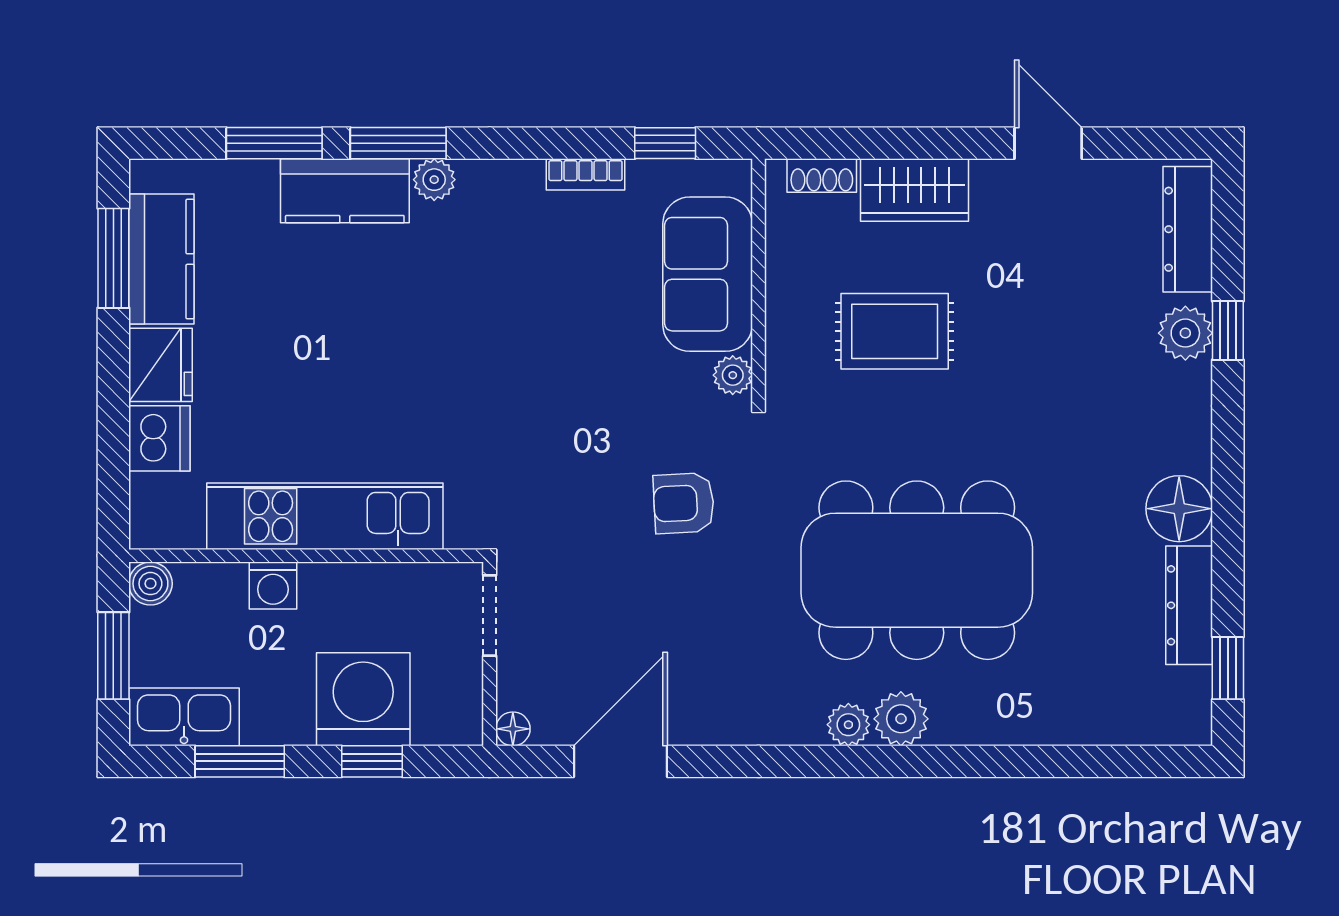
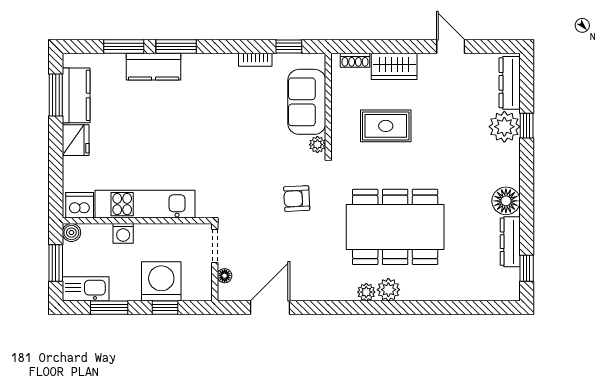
plant: (434, 180) -> (191, 62), removed
plant: (1185, 333) -> (504, 127), width x1.36, depth x1.36
dishwasher: (159, 438) -> (80, 205), moved, turned -90
floor lamp: (513, 729) -> (225, 276), moved

